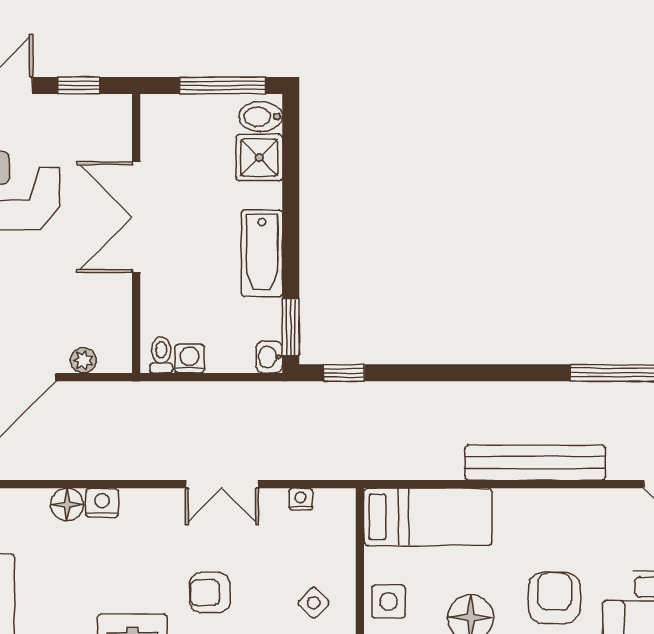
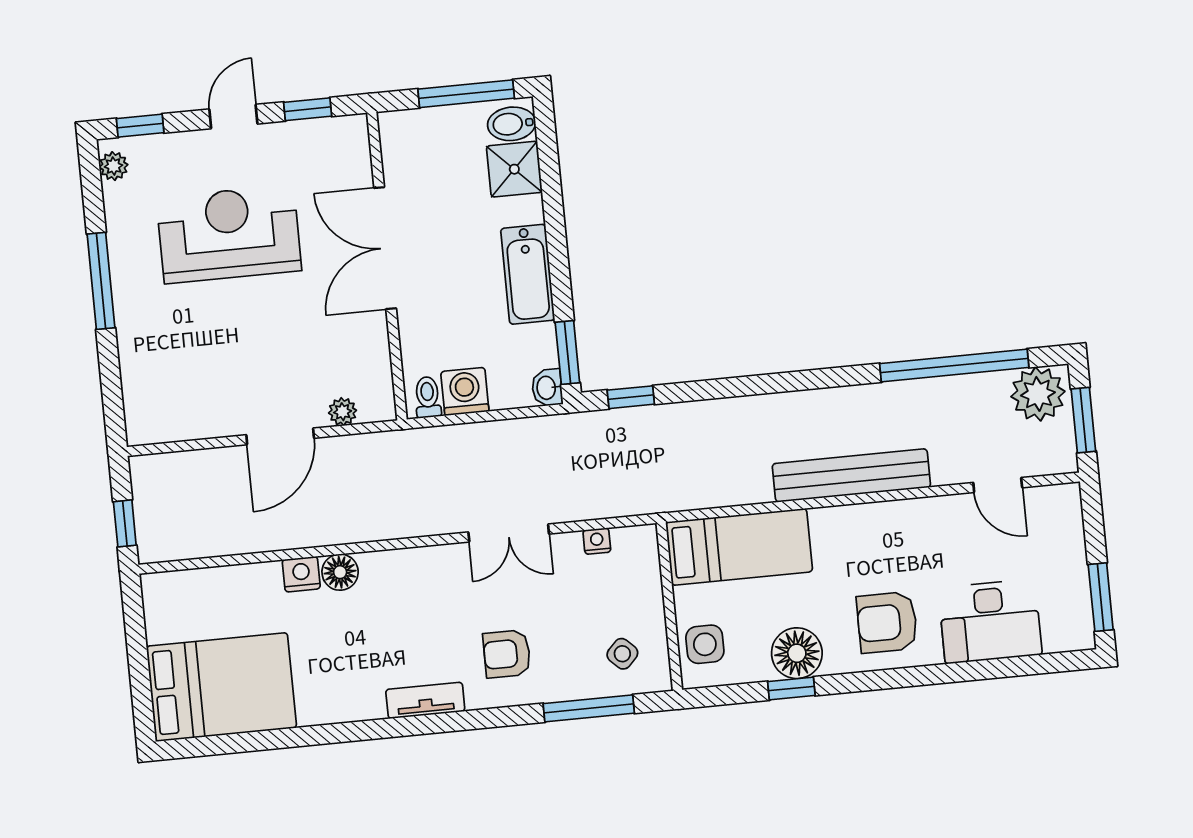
washing machine: (190, 359) -> (465, 392), width x1.38, depth x1.38
nightstand: (102, 503) -> (301, 574), moved
armchair: (554, 598) -> (887, 622), turned -91

